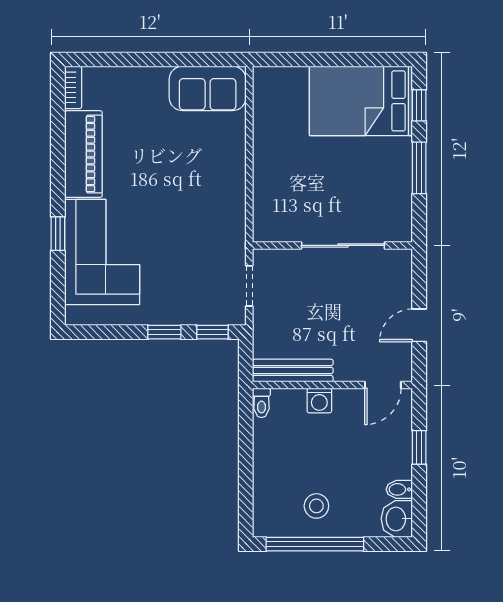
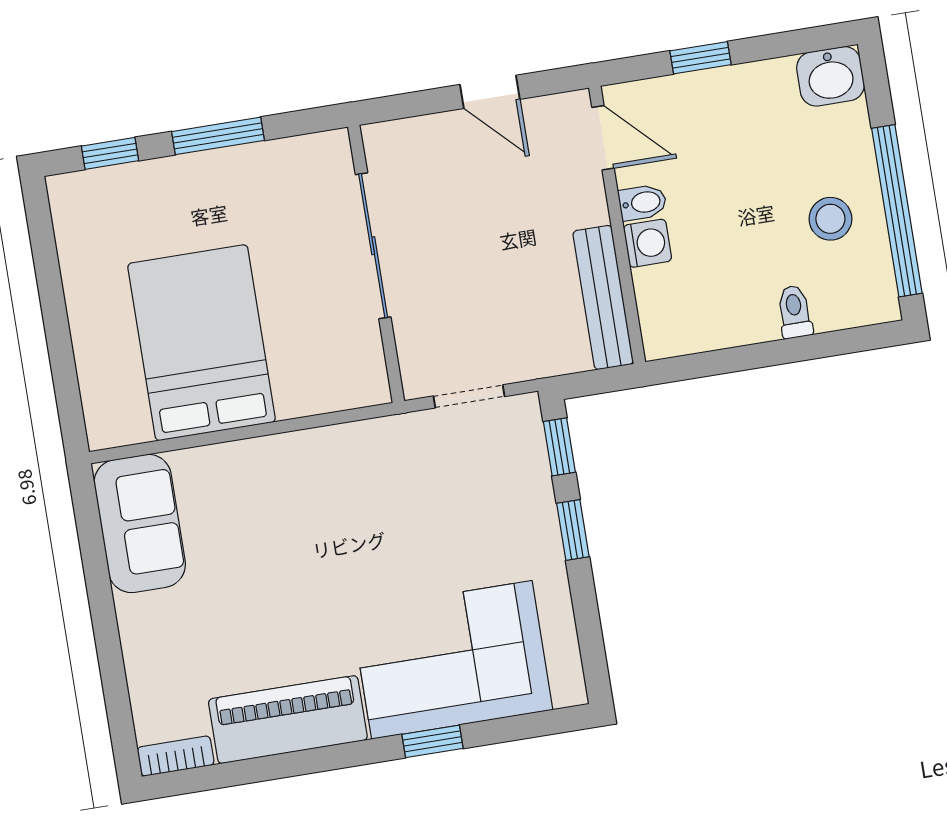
bed: (361, 101) -> (202, 343), moved, turned 180
toilet: (261, 403) -> (795, 312), moved, turned -90
bidet: (399, 489) -> (643, 203), moved, turned -90

